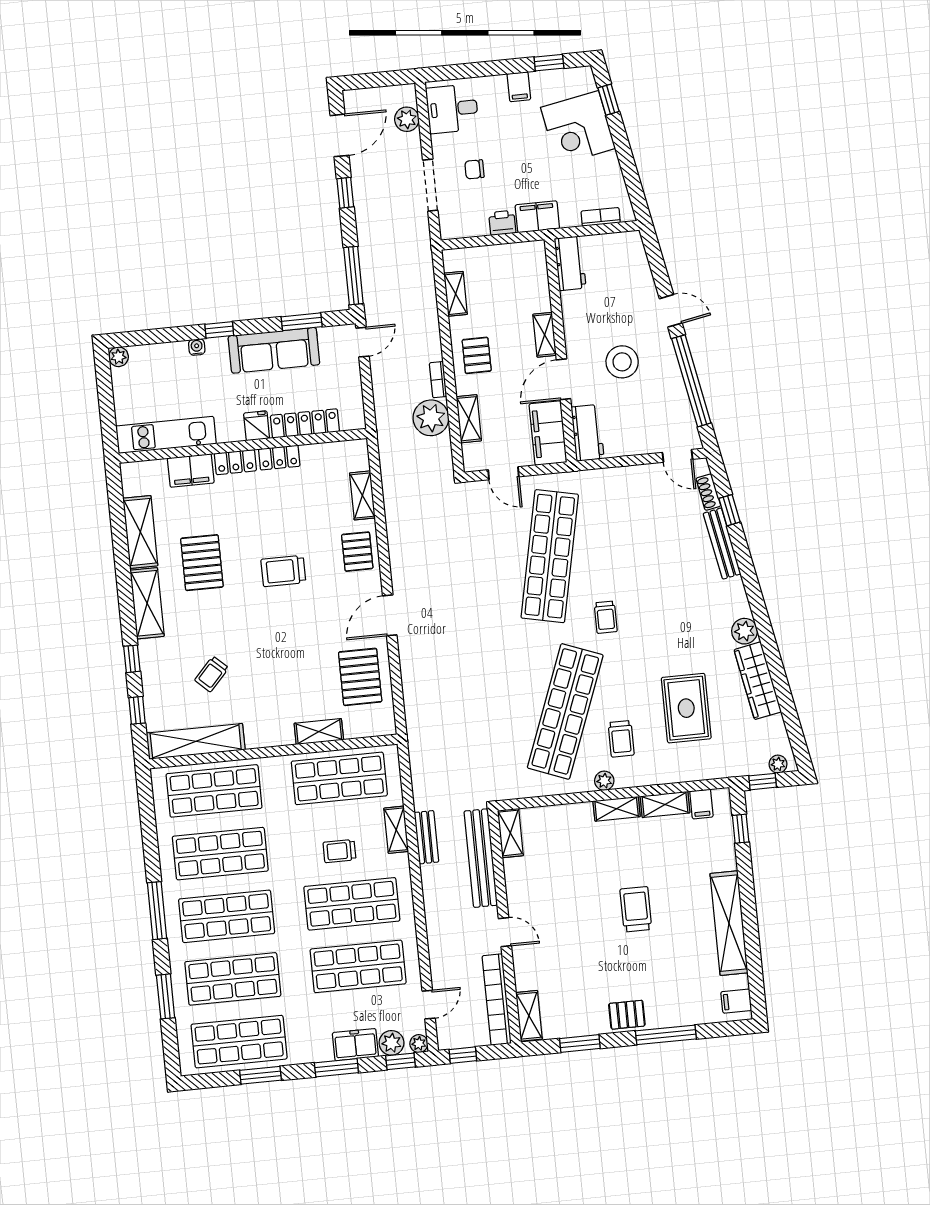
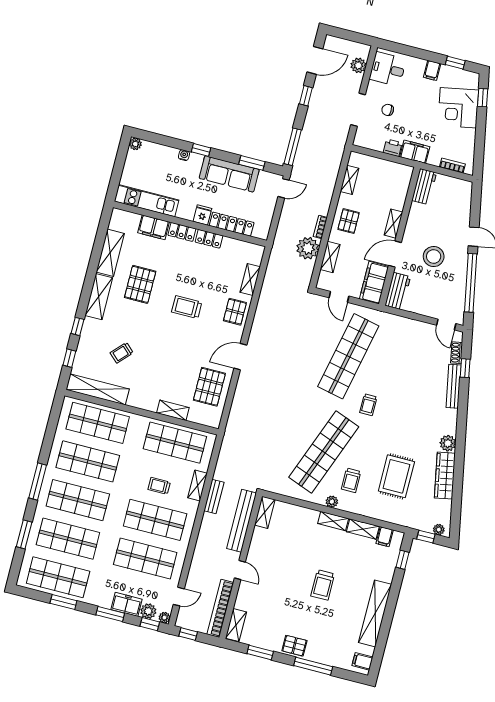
trolley: (636, 909) -> (323, 585), turned 180

